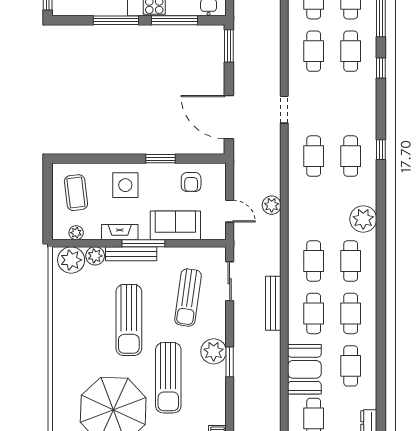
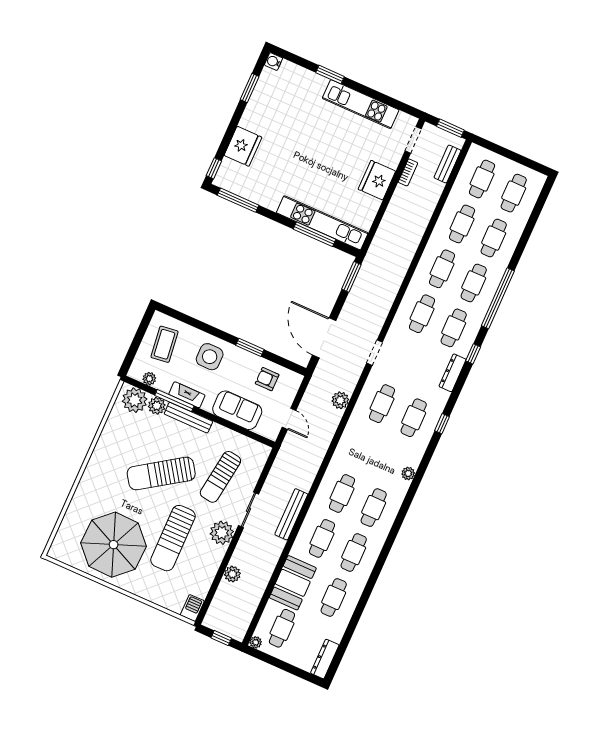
window: (116, 20) -> (238, 200), moved
dresser: (369, 95) -> (453, 373), added
armchair: (191, 182) -> (267, 379), turned 90
plant: (272, 205) -> (340, 400), moved
plant: (363, 219) -> (408, 473), width x0.53, depth x0.53
window: (143, 243) -> (174, 401), moved
sliding door: (230, 281) -> (249, 510), moved
sun lounger: (129, 320) -> (161, 474), turned 56
window: (230, 362) -> (232, 548), removed
plant: (242, 387) -> (232, 574), added

